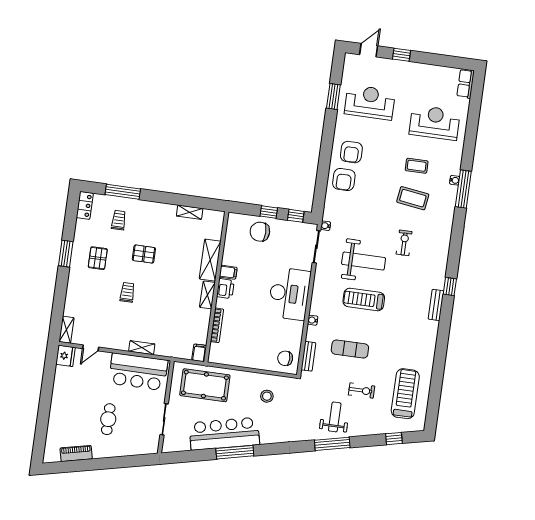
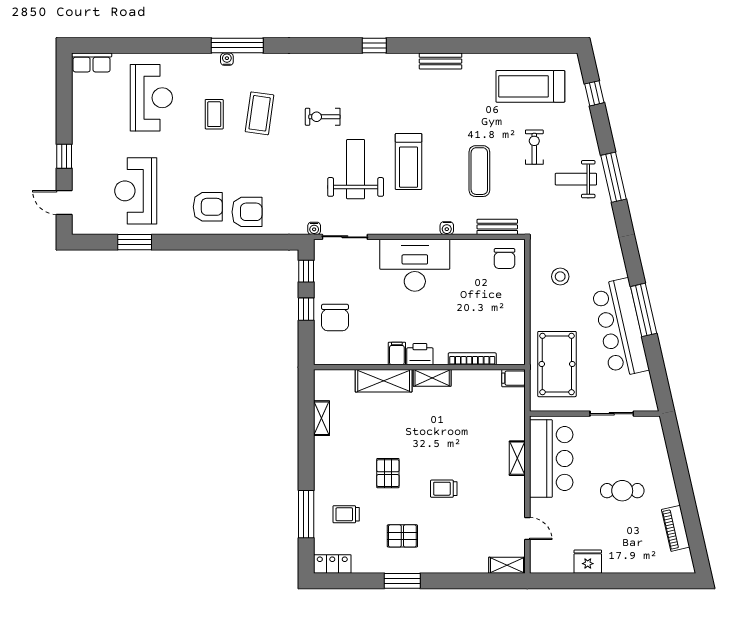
reception desk: (435, 123) -> (151, 98), turned 180
bench: (436, 305) -> (440, 61), moved
fridge: (66, 356) -> (588, 562), moved

